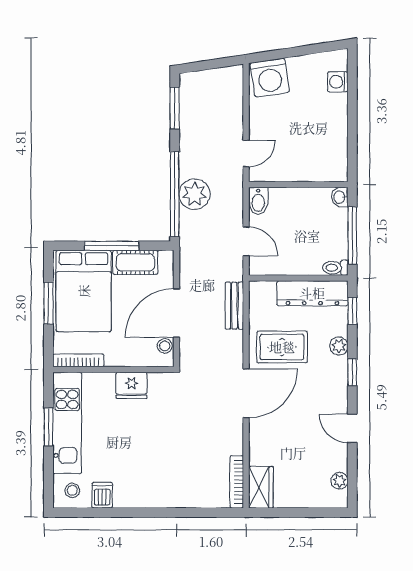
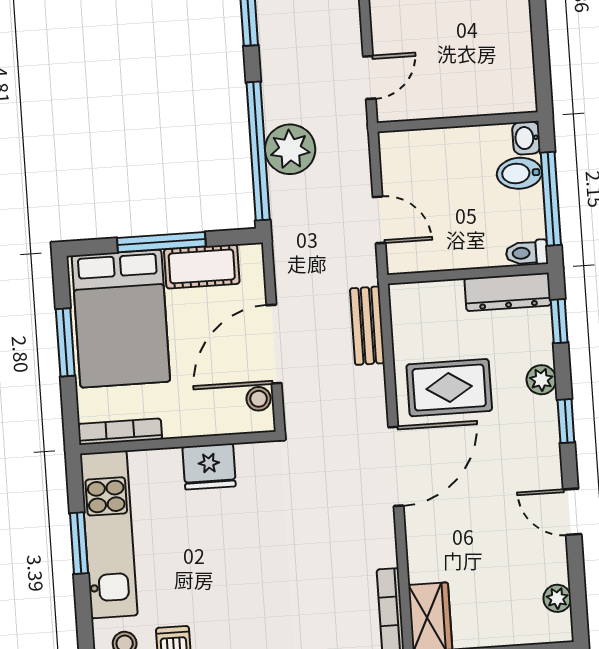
bidet: (258, 201) -> (519, 173), moved, turned 90
dresser: (312, 293) -> (508, 292), width x0.73, depth x0.80

